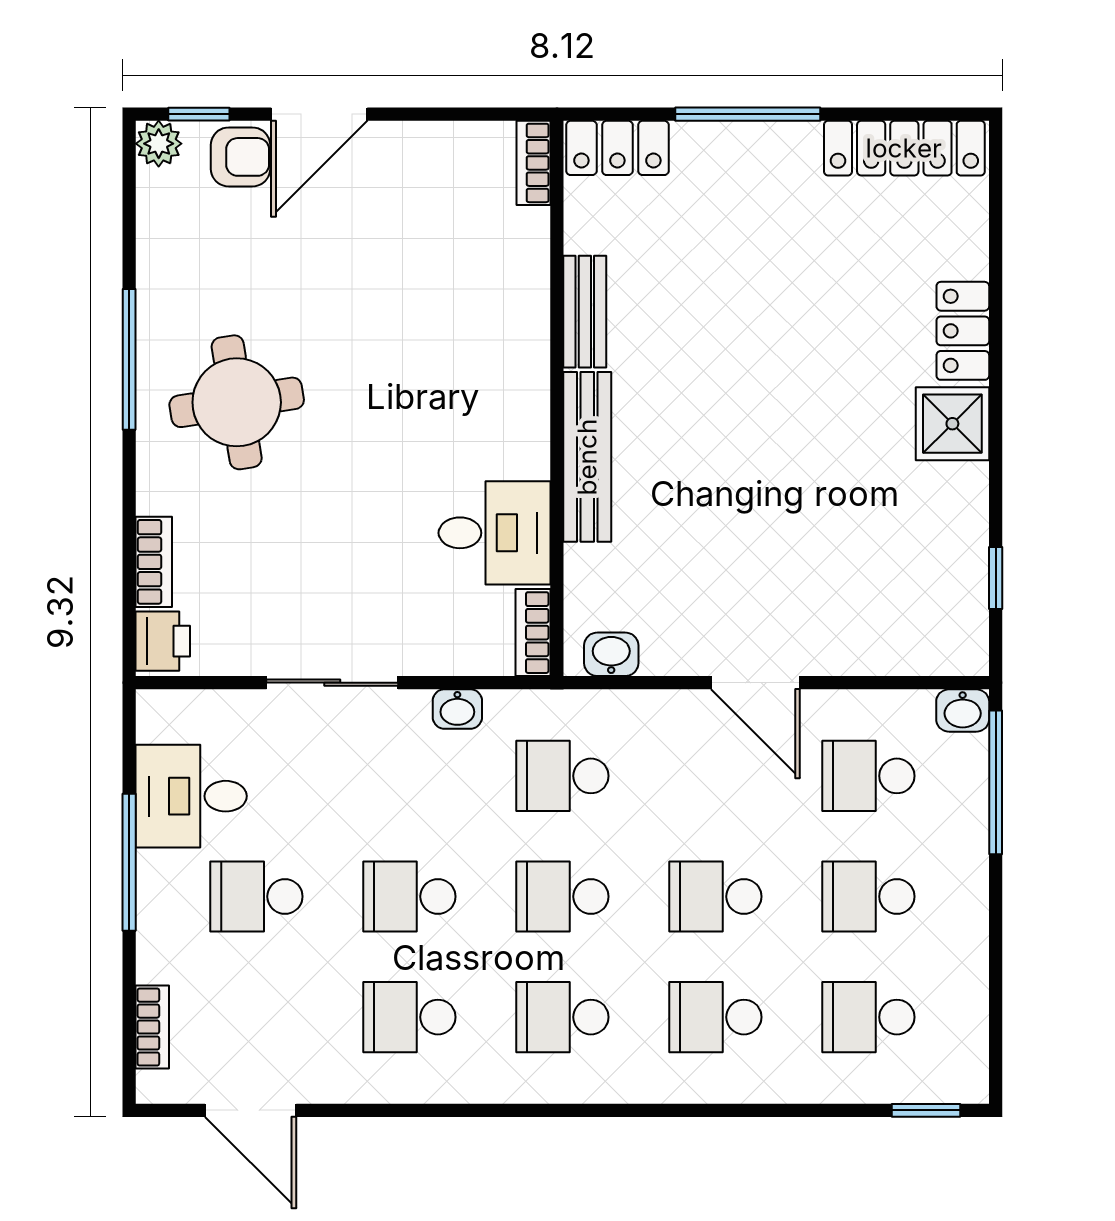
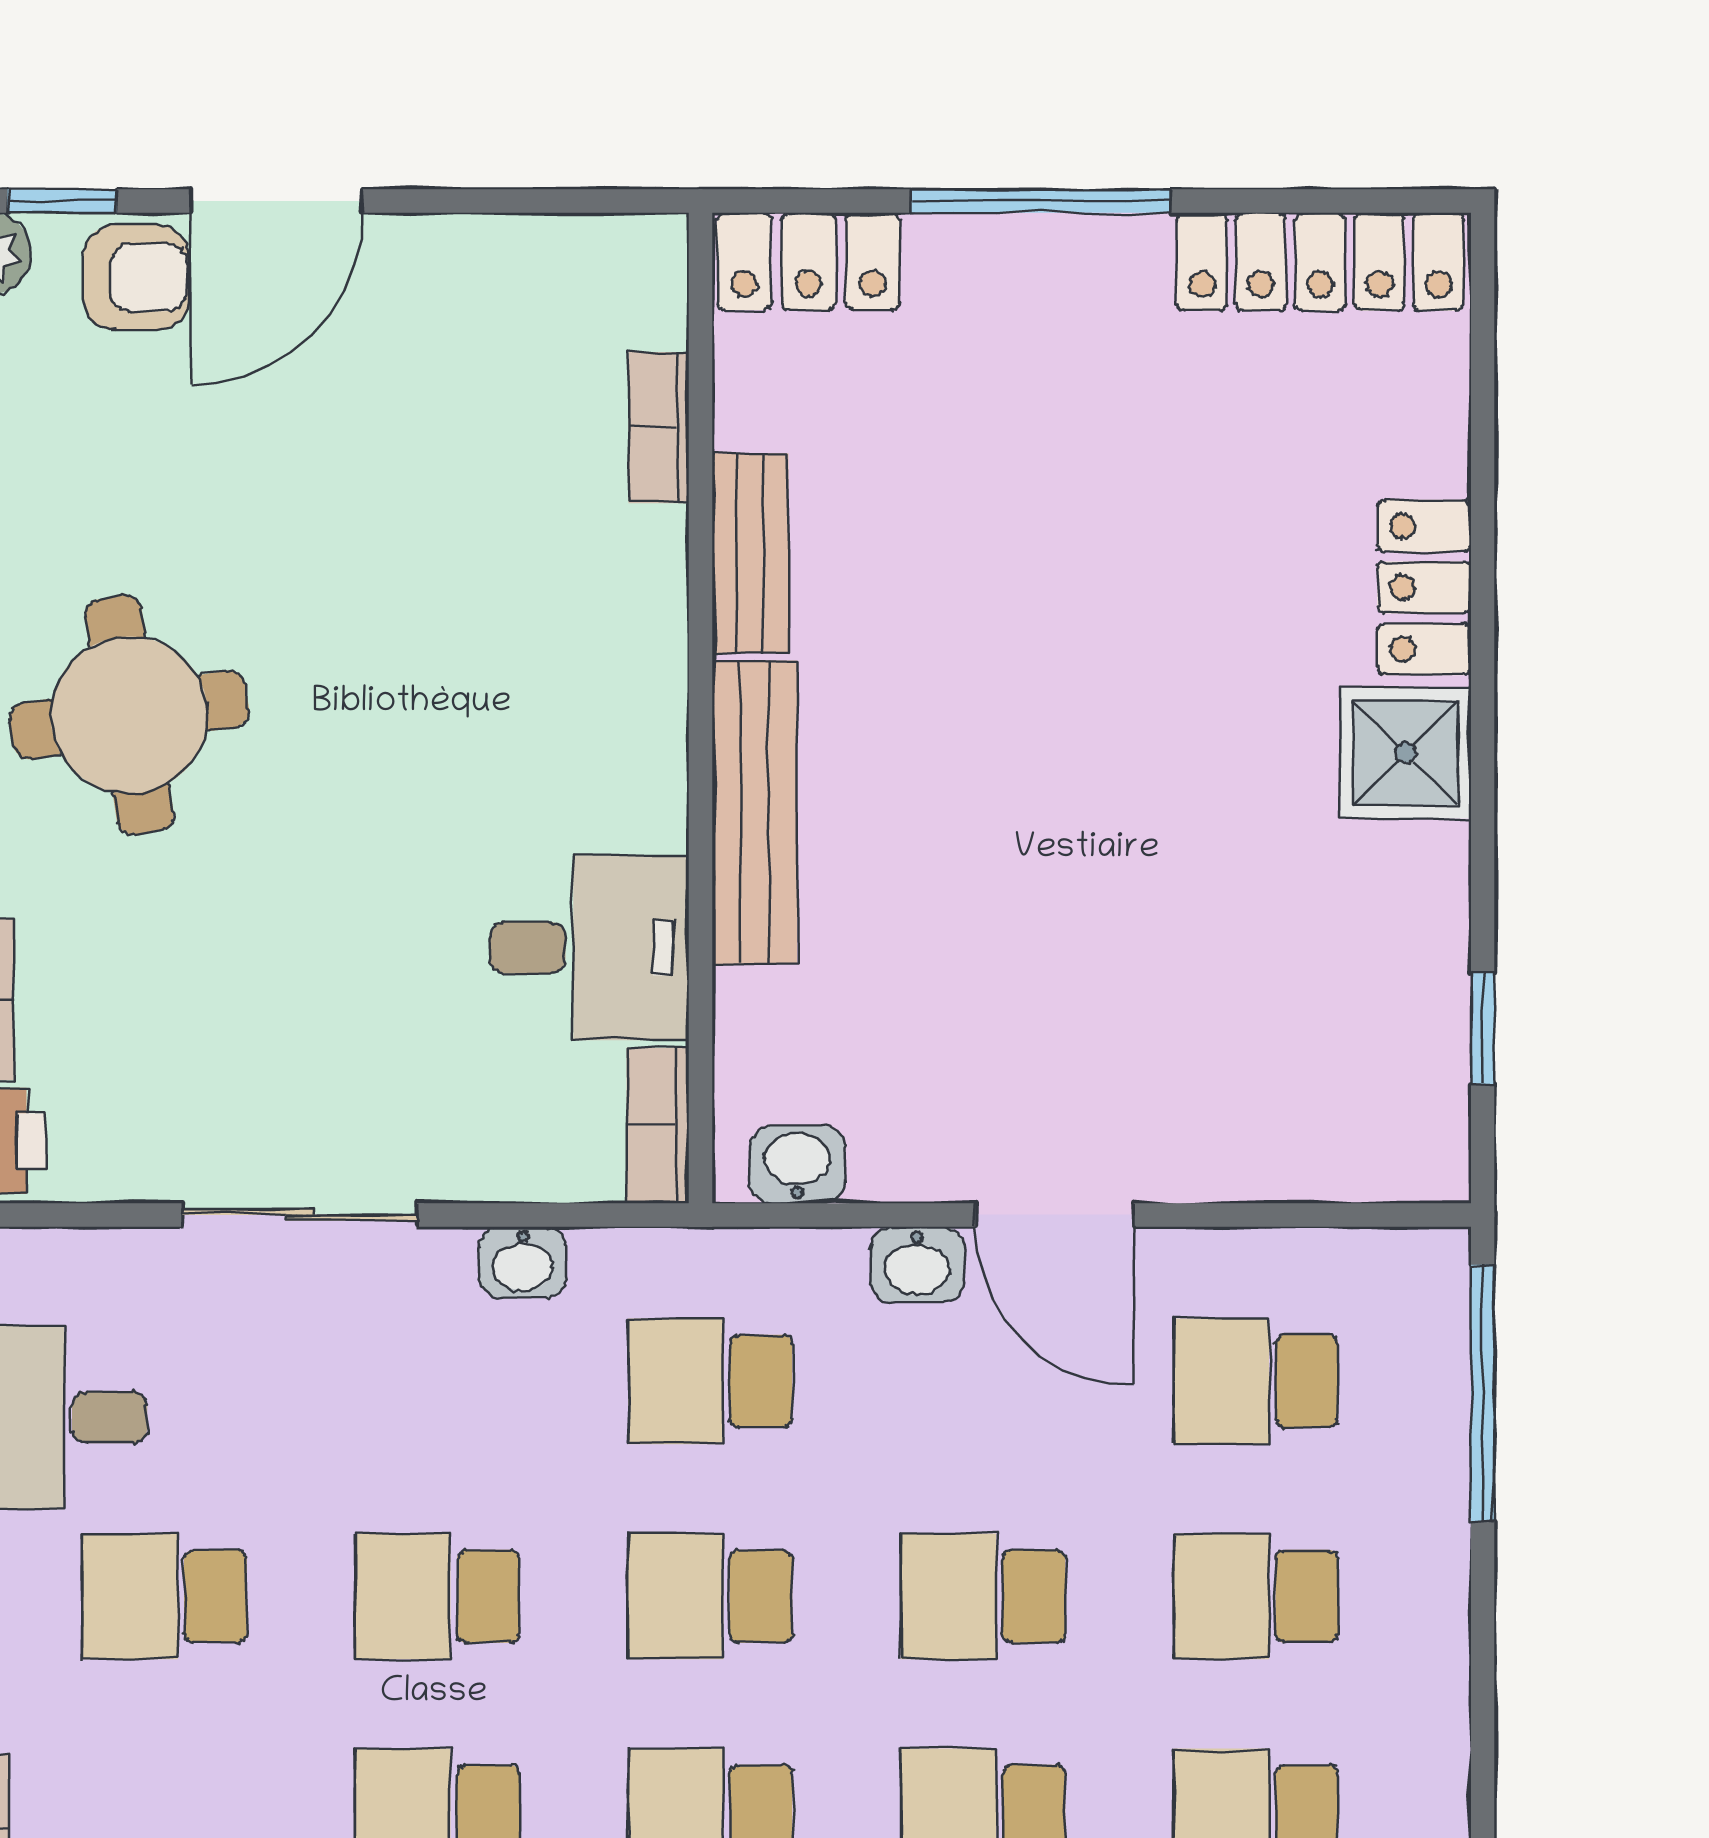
bookcase: (534, 163) -> (659, 428), moved
washbasin: (963, 710) -> (917, 1265), moved

